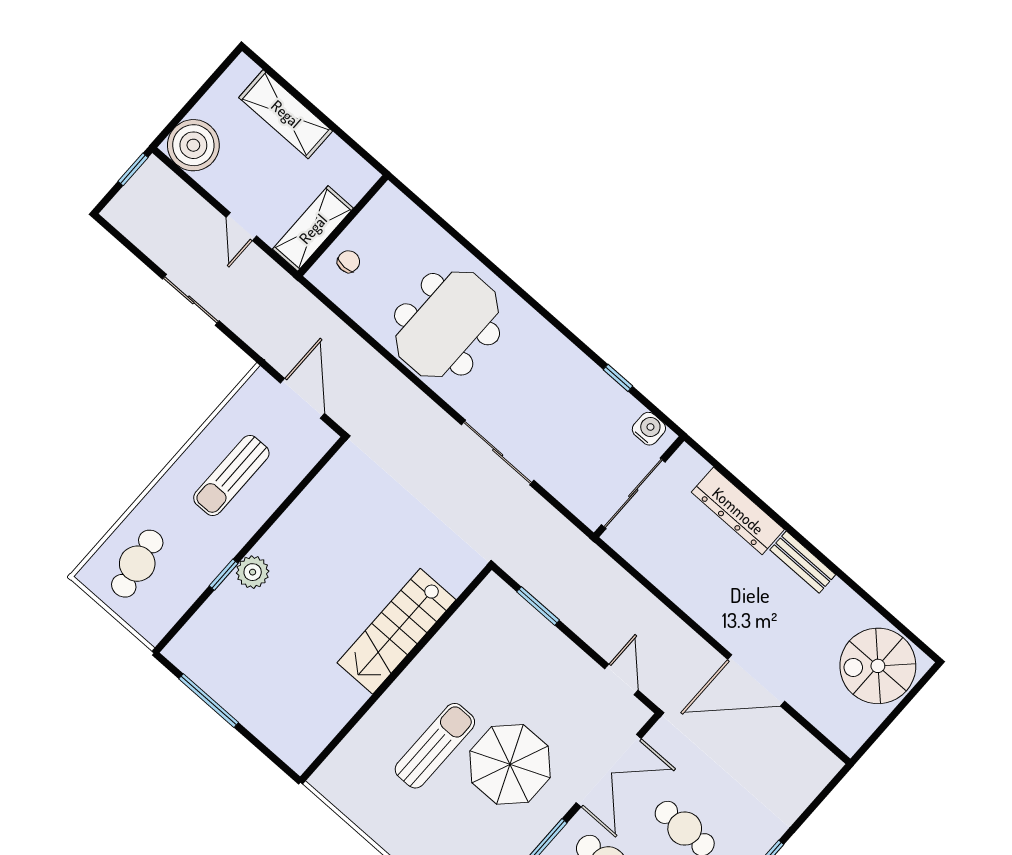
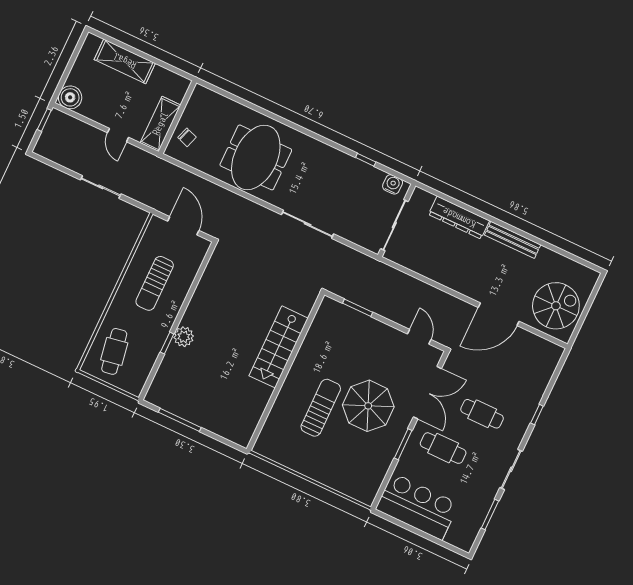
boiler: (193, 145) -> (70, 97), width x0.73, depth x0.73
chair: (349, 262) -> (187, 137), turned 109
bench: (803, 562) -> (513, 240), width x1.36
spiral stairs: (878, 666) -> (556, 306), moved, turned 180

